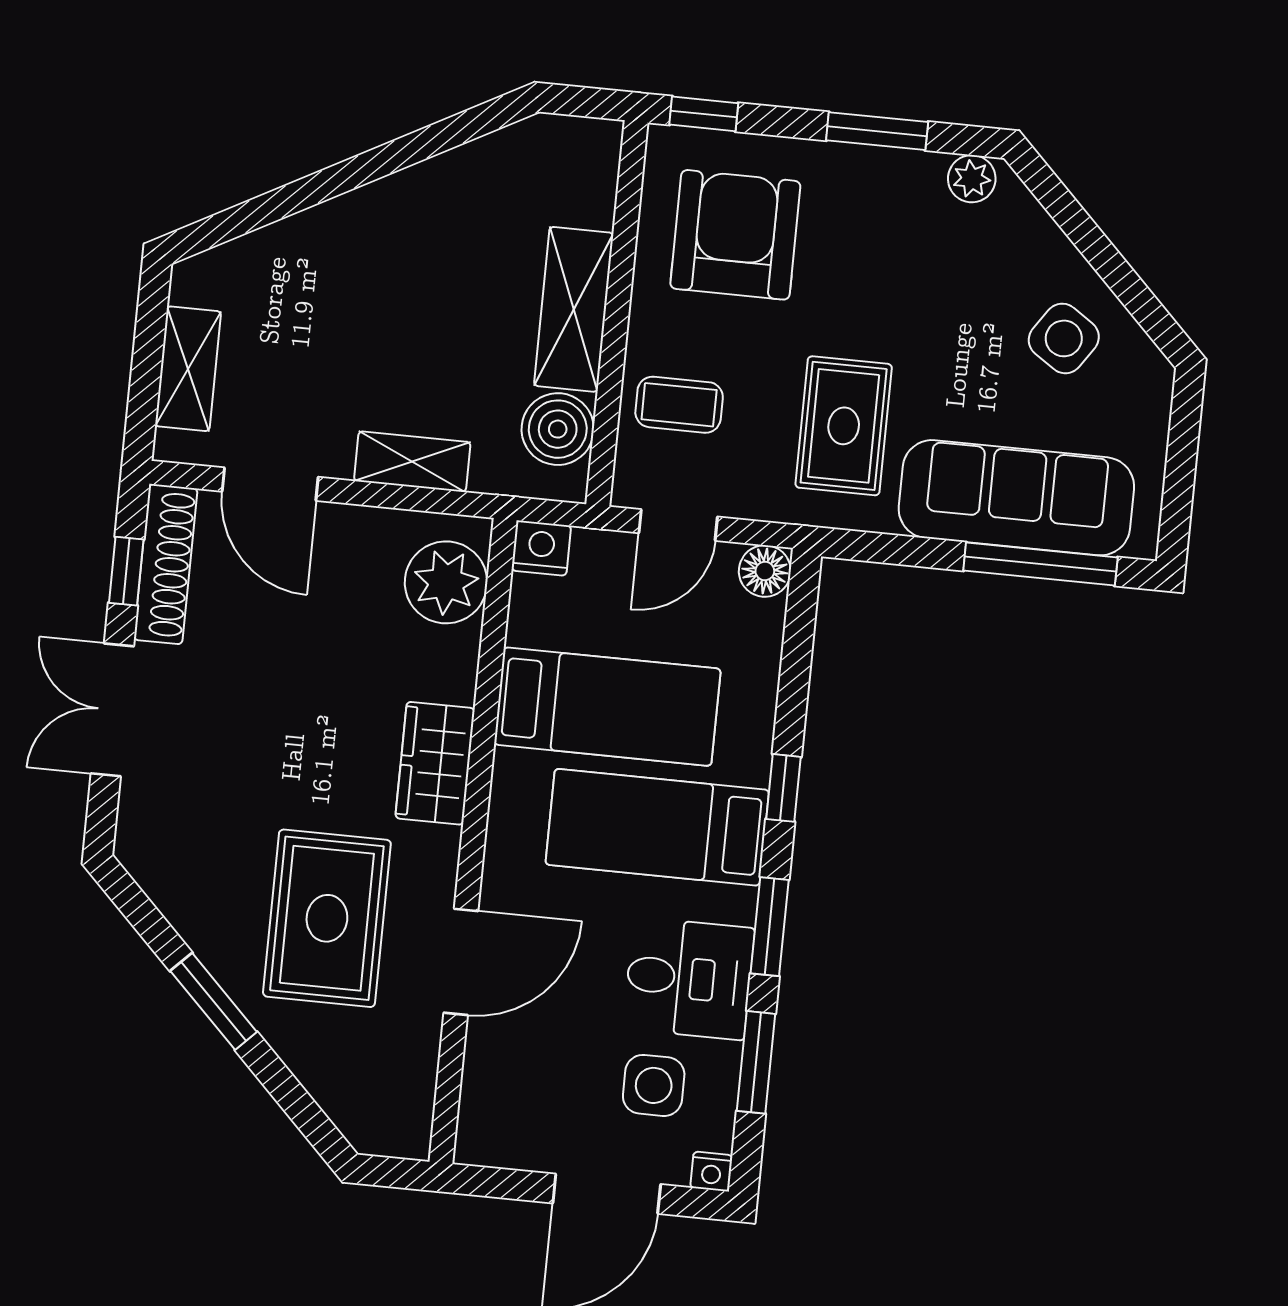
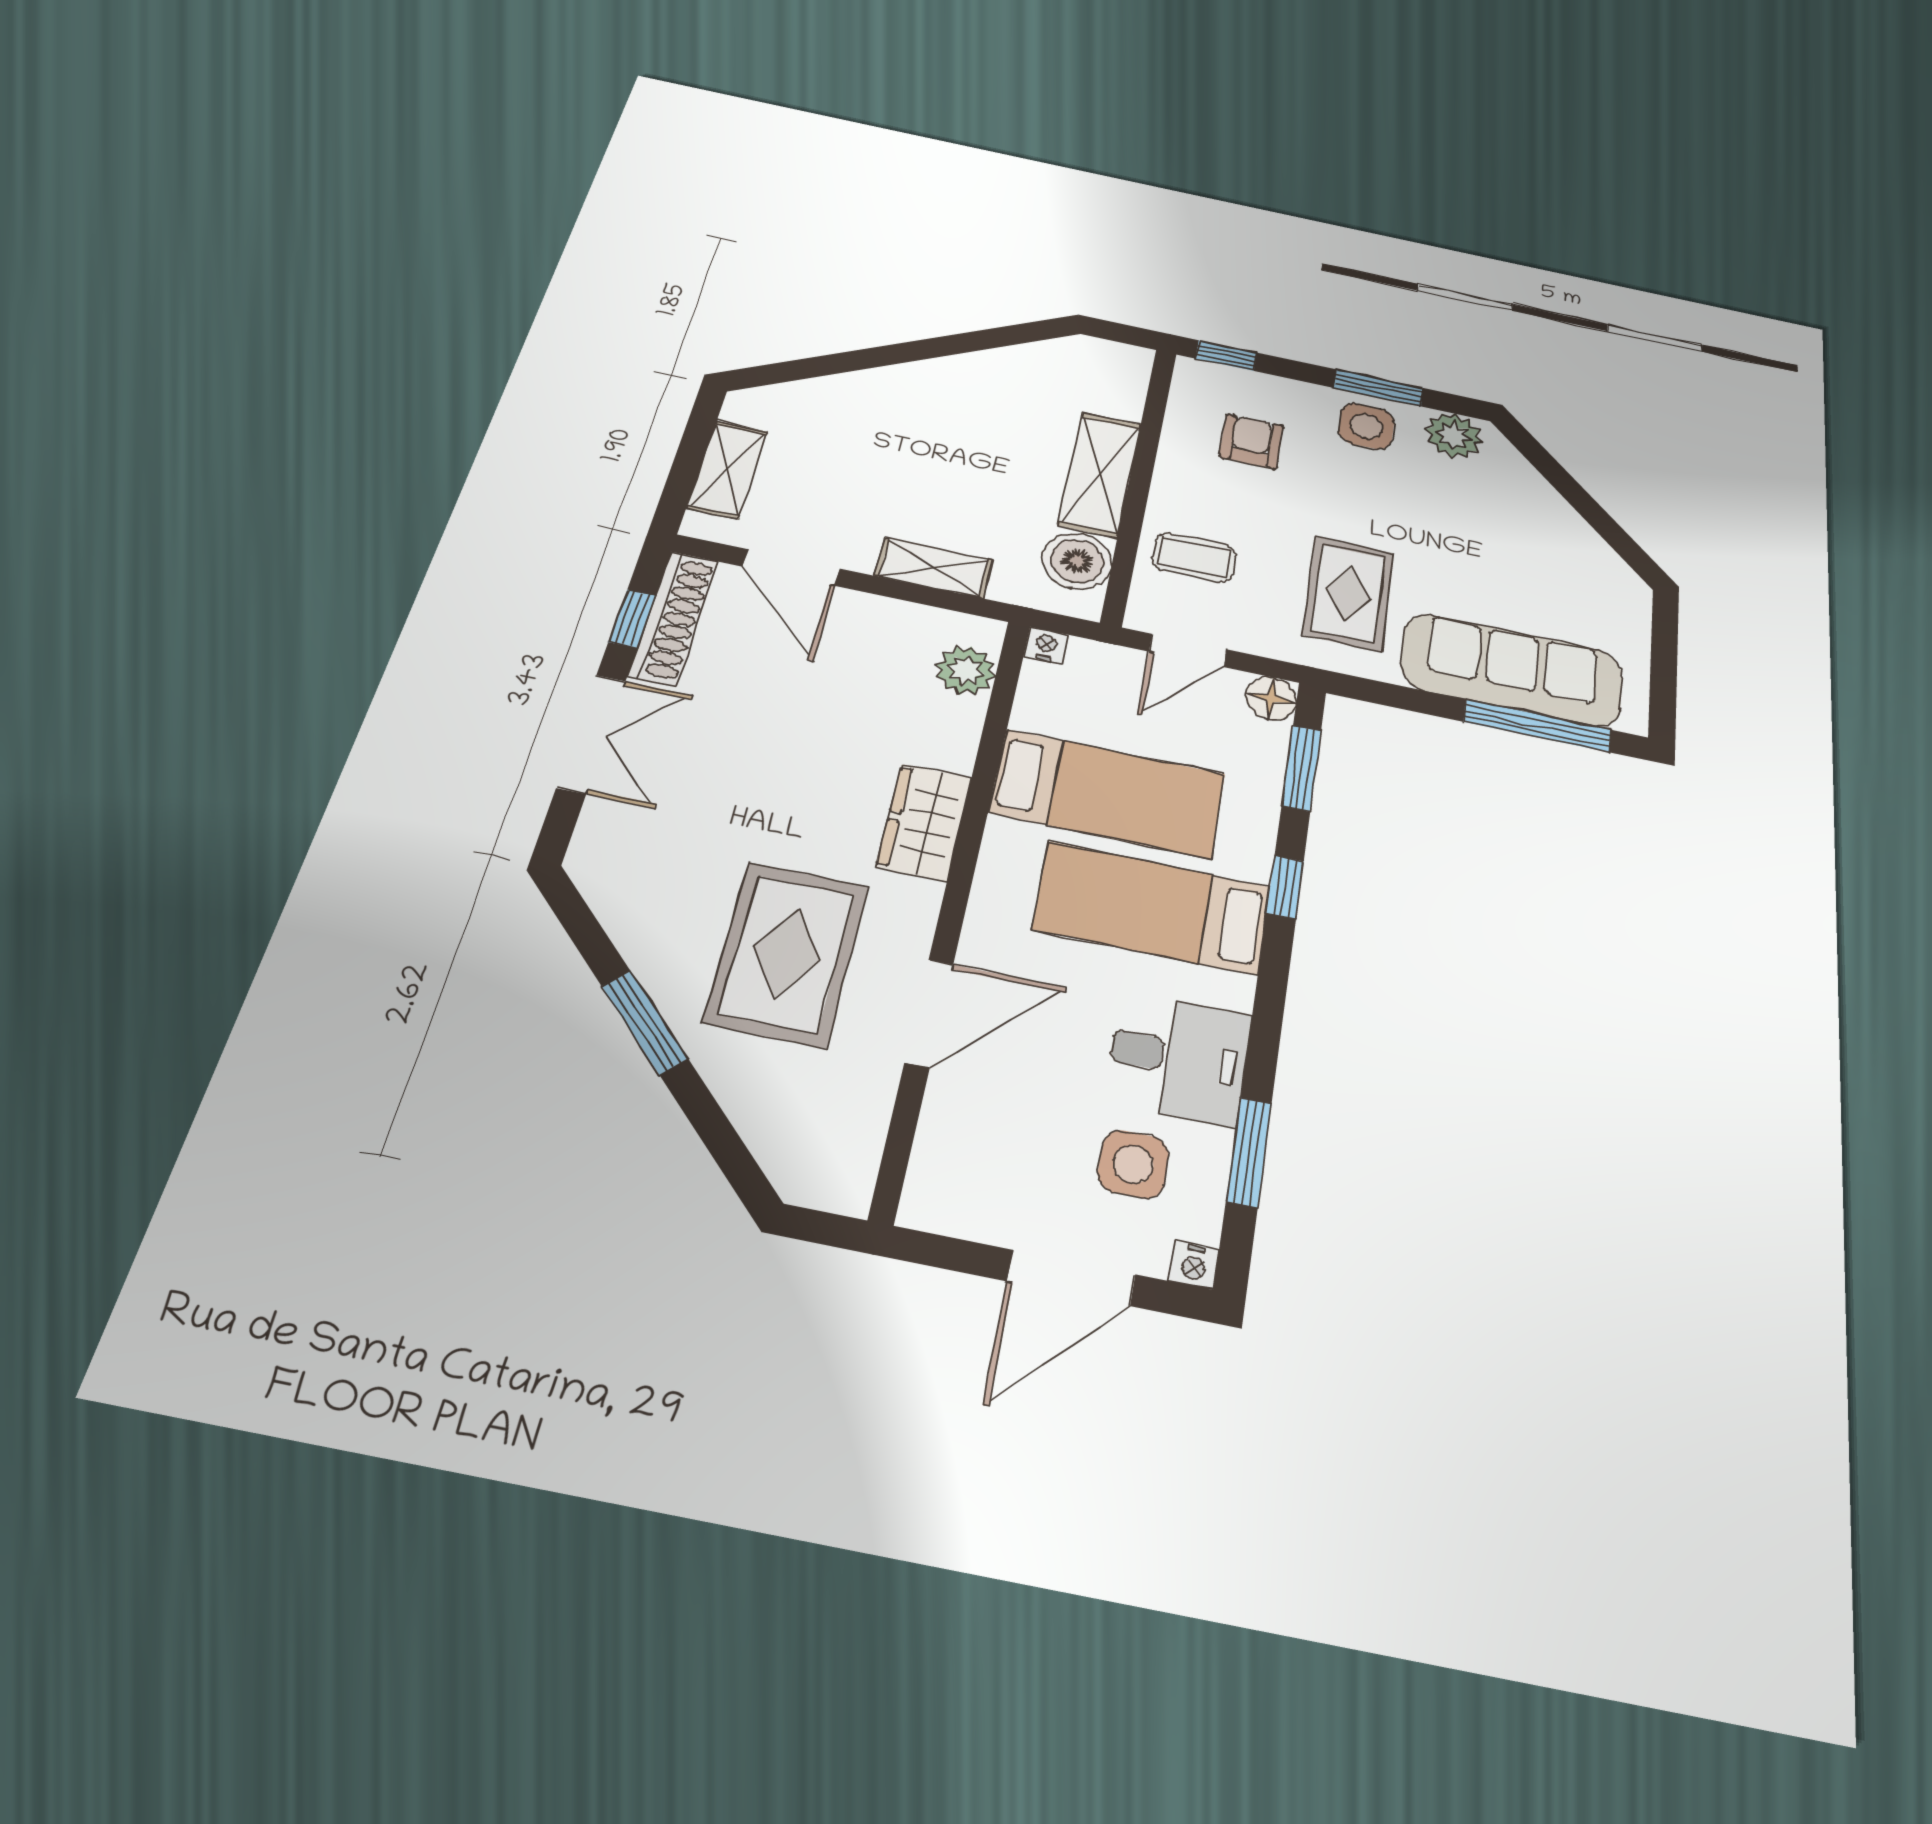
plant: (972, 179) -> (1454, 436), width x1.38, depth x1.38
armchair: (735, 235) -> (1251, 441), width x0.53, depth x0.53
side table: (1064, 338) -> (1366, 426), moved, turned -34
nightstand: (541, 548) -> (1046, 645), width x0.72, depth x0.74
plant: (446, 582) -> (966, 670), width x0.73, depth x0.73
double door: (112, 710) -> (591, 734), swing flipped
window: (770, 927) -> (1301, 768), moved

